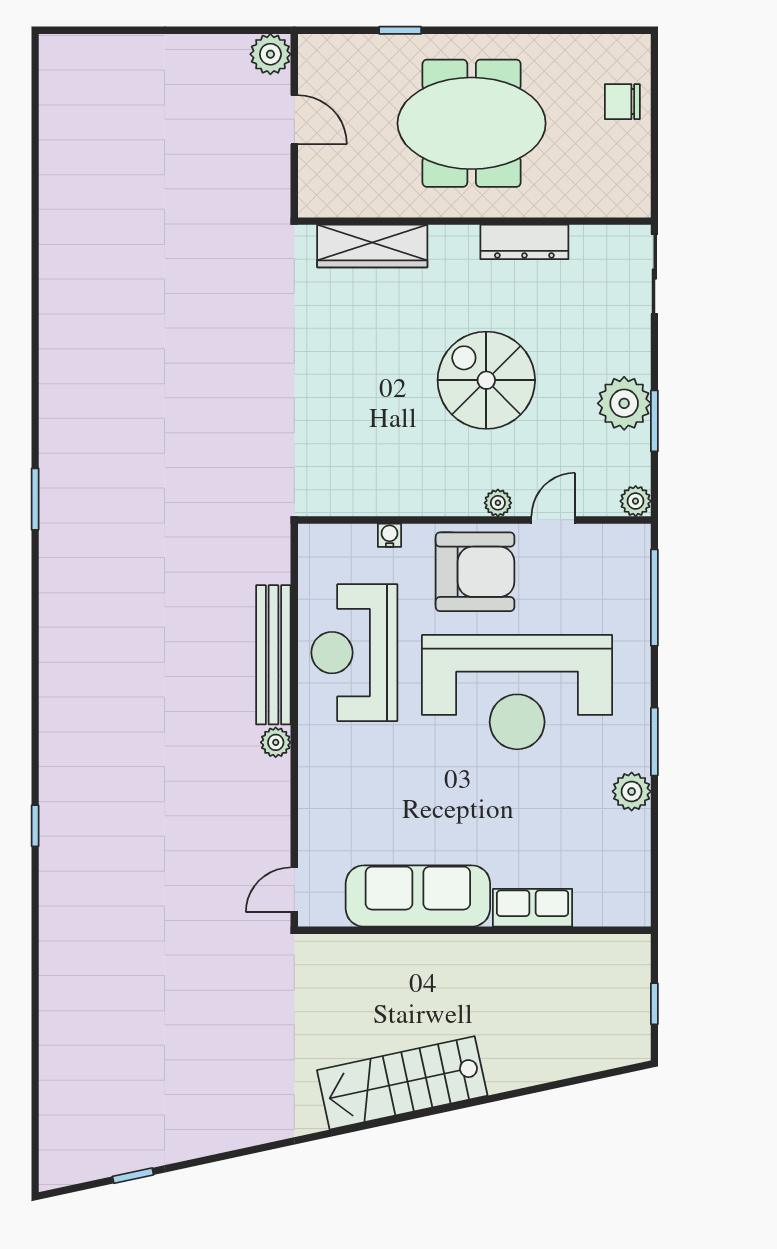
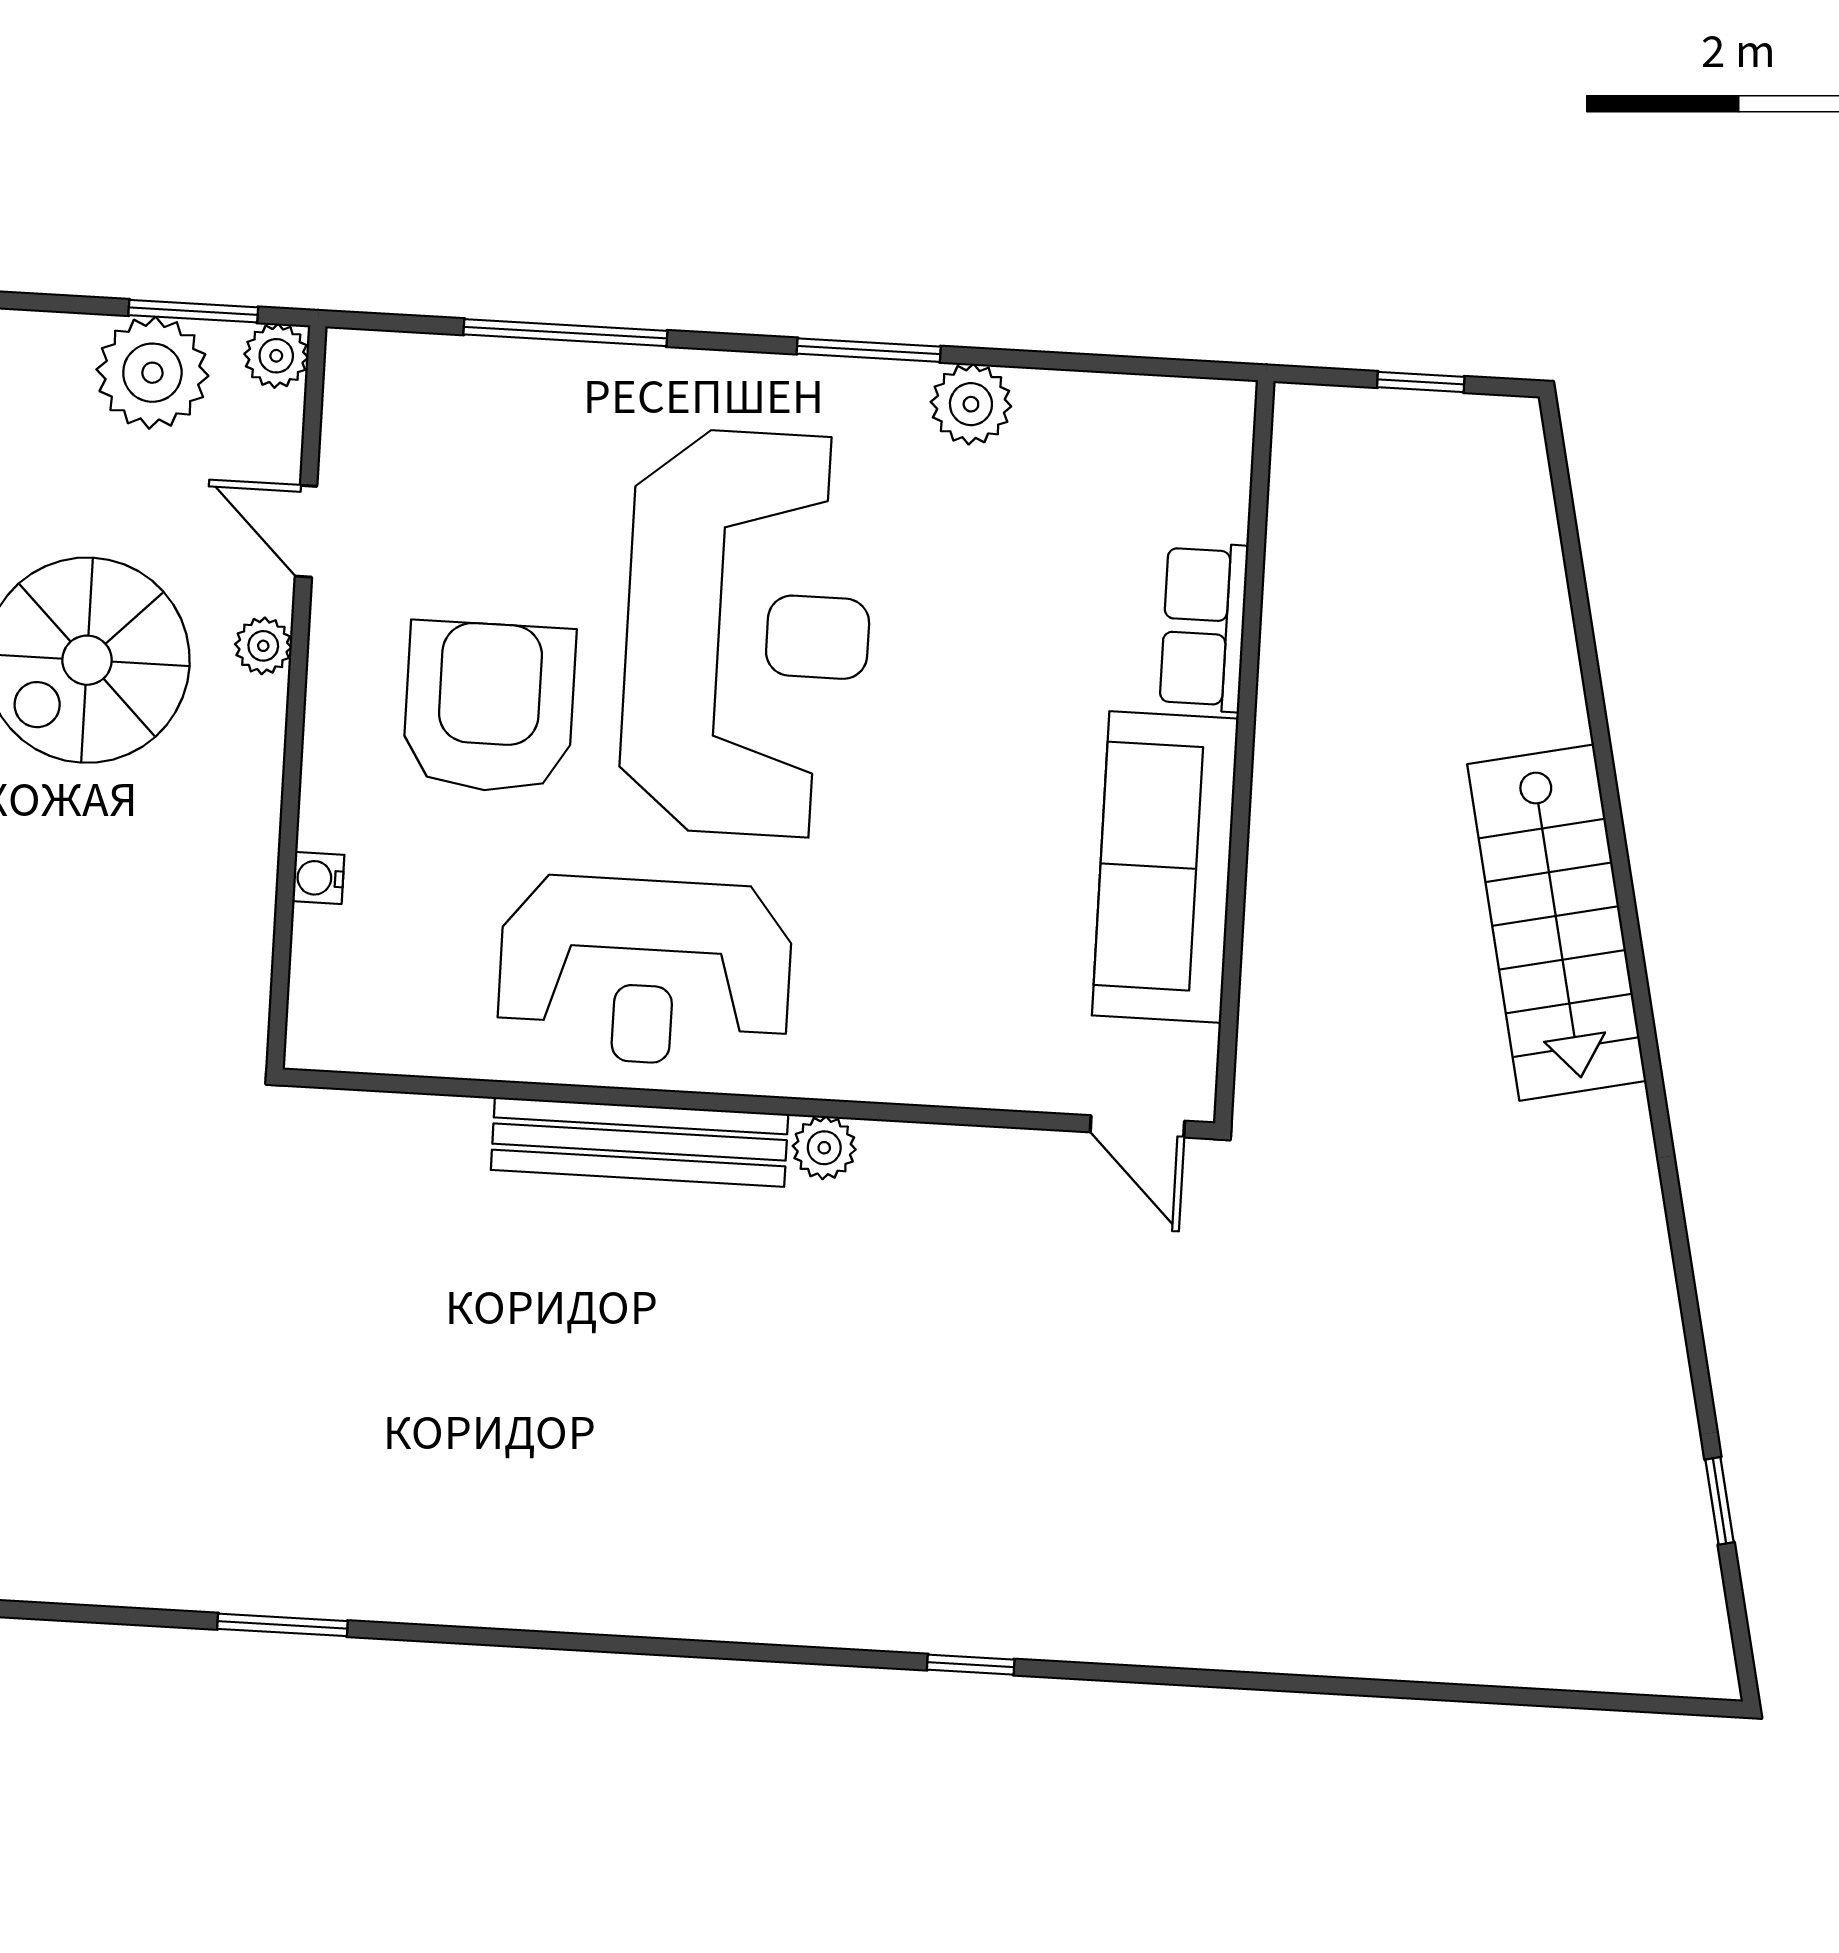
plant: (636, 501) -> (276, 356), moved
plant: (498, 503) -> (263, 646), moved
wall: (474, 520) -> (296, 698), moved
door: (553, 520) -> (306, 531), moved
water cooler: (390, 535) -> (318, 878), moved

